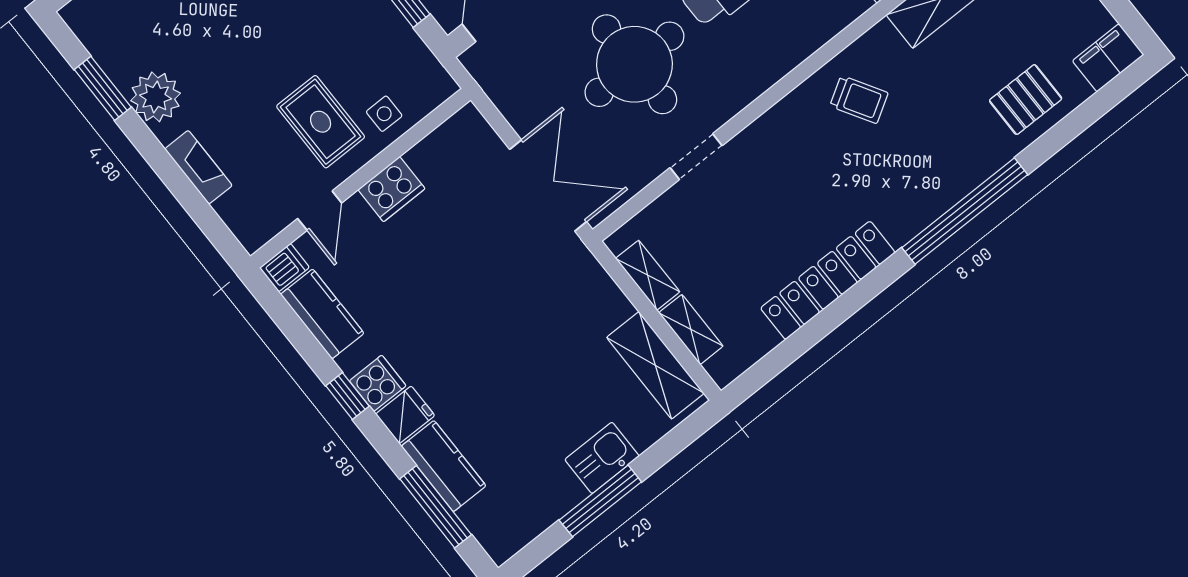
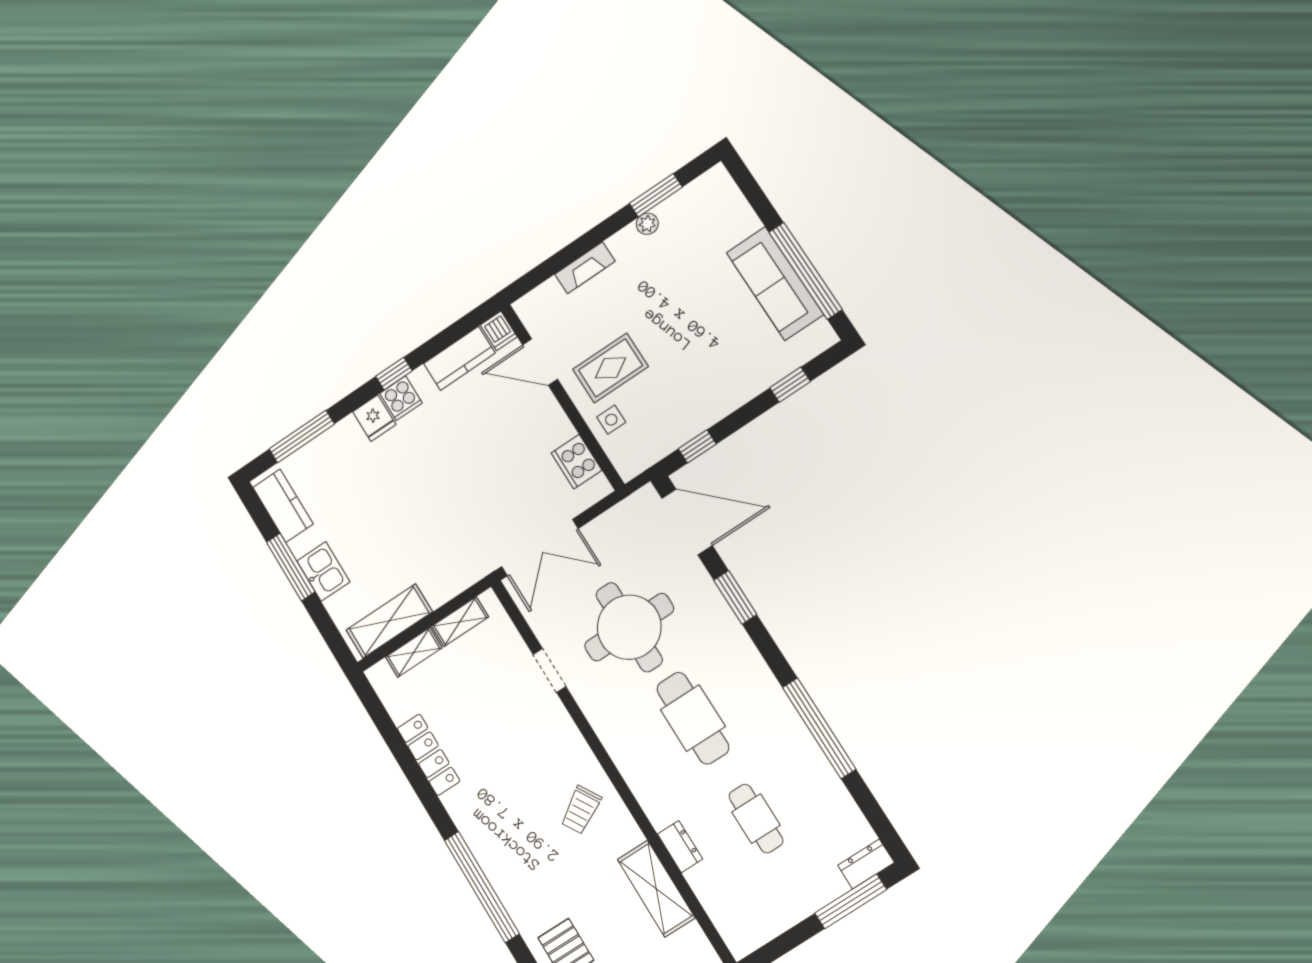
plant: (156, 97) -> (647, 224), width x0.53, depth x0.53
cooker: (391, 189) -> (577, 462), moved
door: (320, 211) -> (540, 362), width x1.38
locker: (828, 280) -> (429, 755), width x0.71, depth x0.83
kitchen counter: (444, 466) -> (283, 506), moved, turned -90

